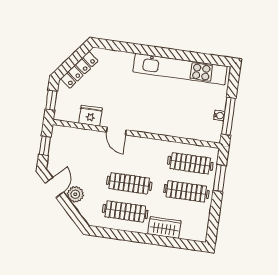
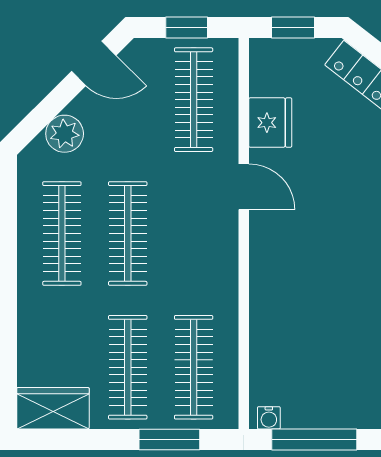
water cooler: (219, 116) -> (269, 418), moved
door: (116, 131) -> (244, 187), swing flipped
clothes rail: (76, 147) -> (194, 100), added
plant: (75, 194) -> (65, 134), moved
wardrobe: (164, 227) -> (53, 408), moved, turned -90

